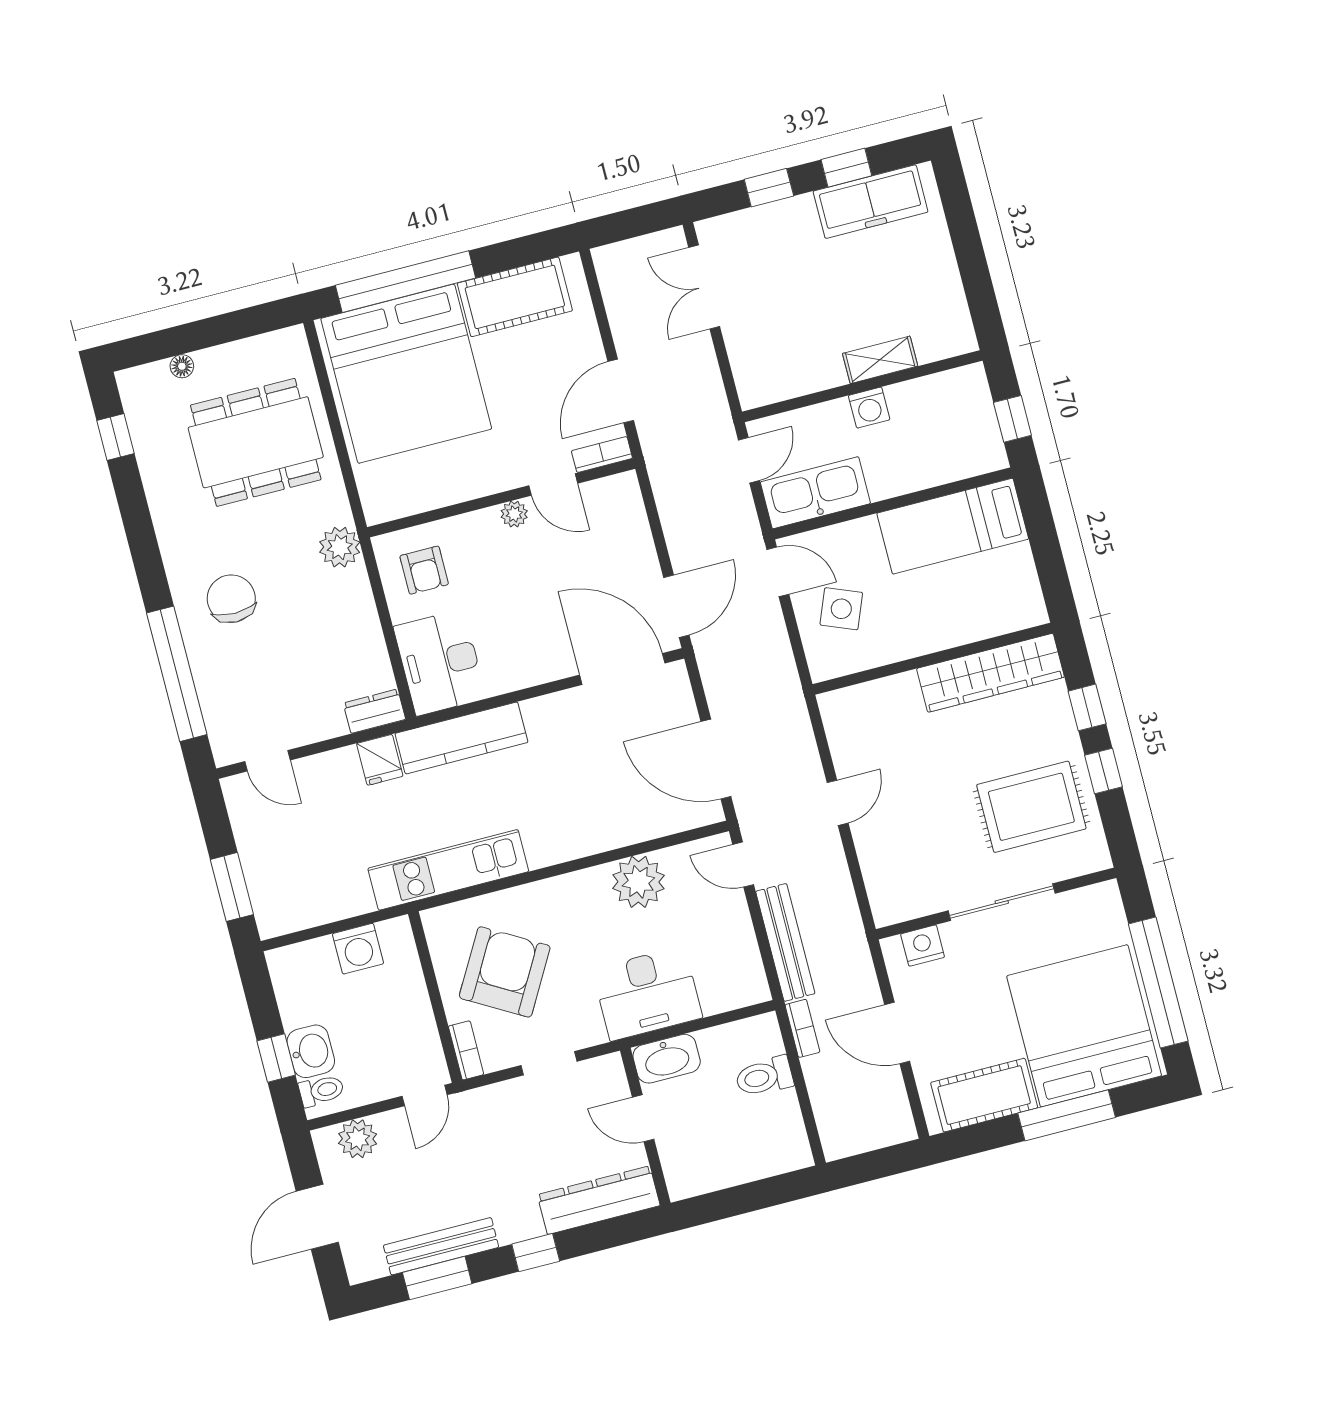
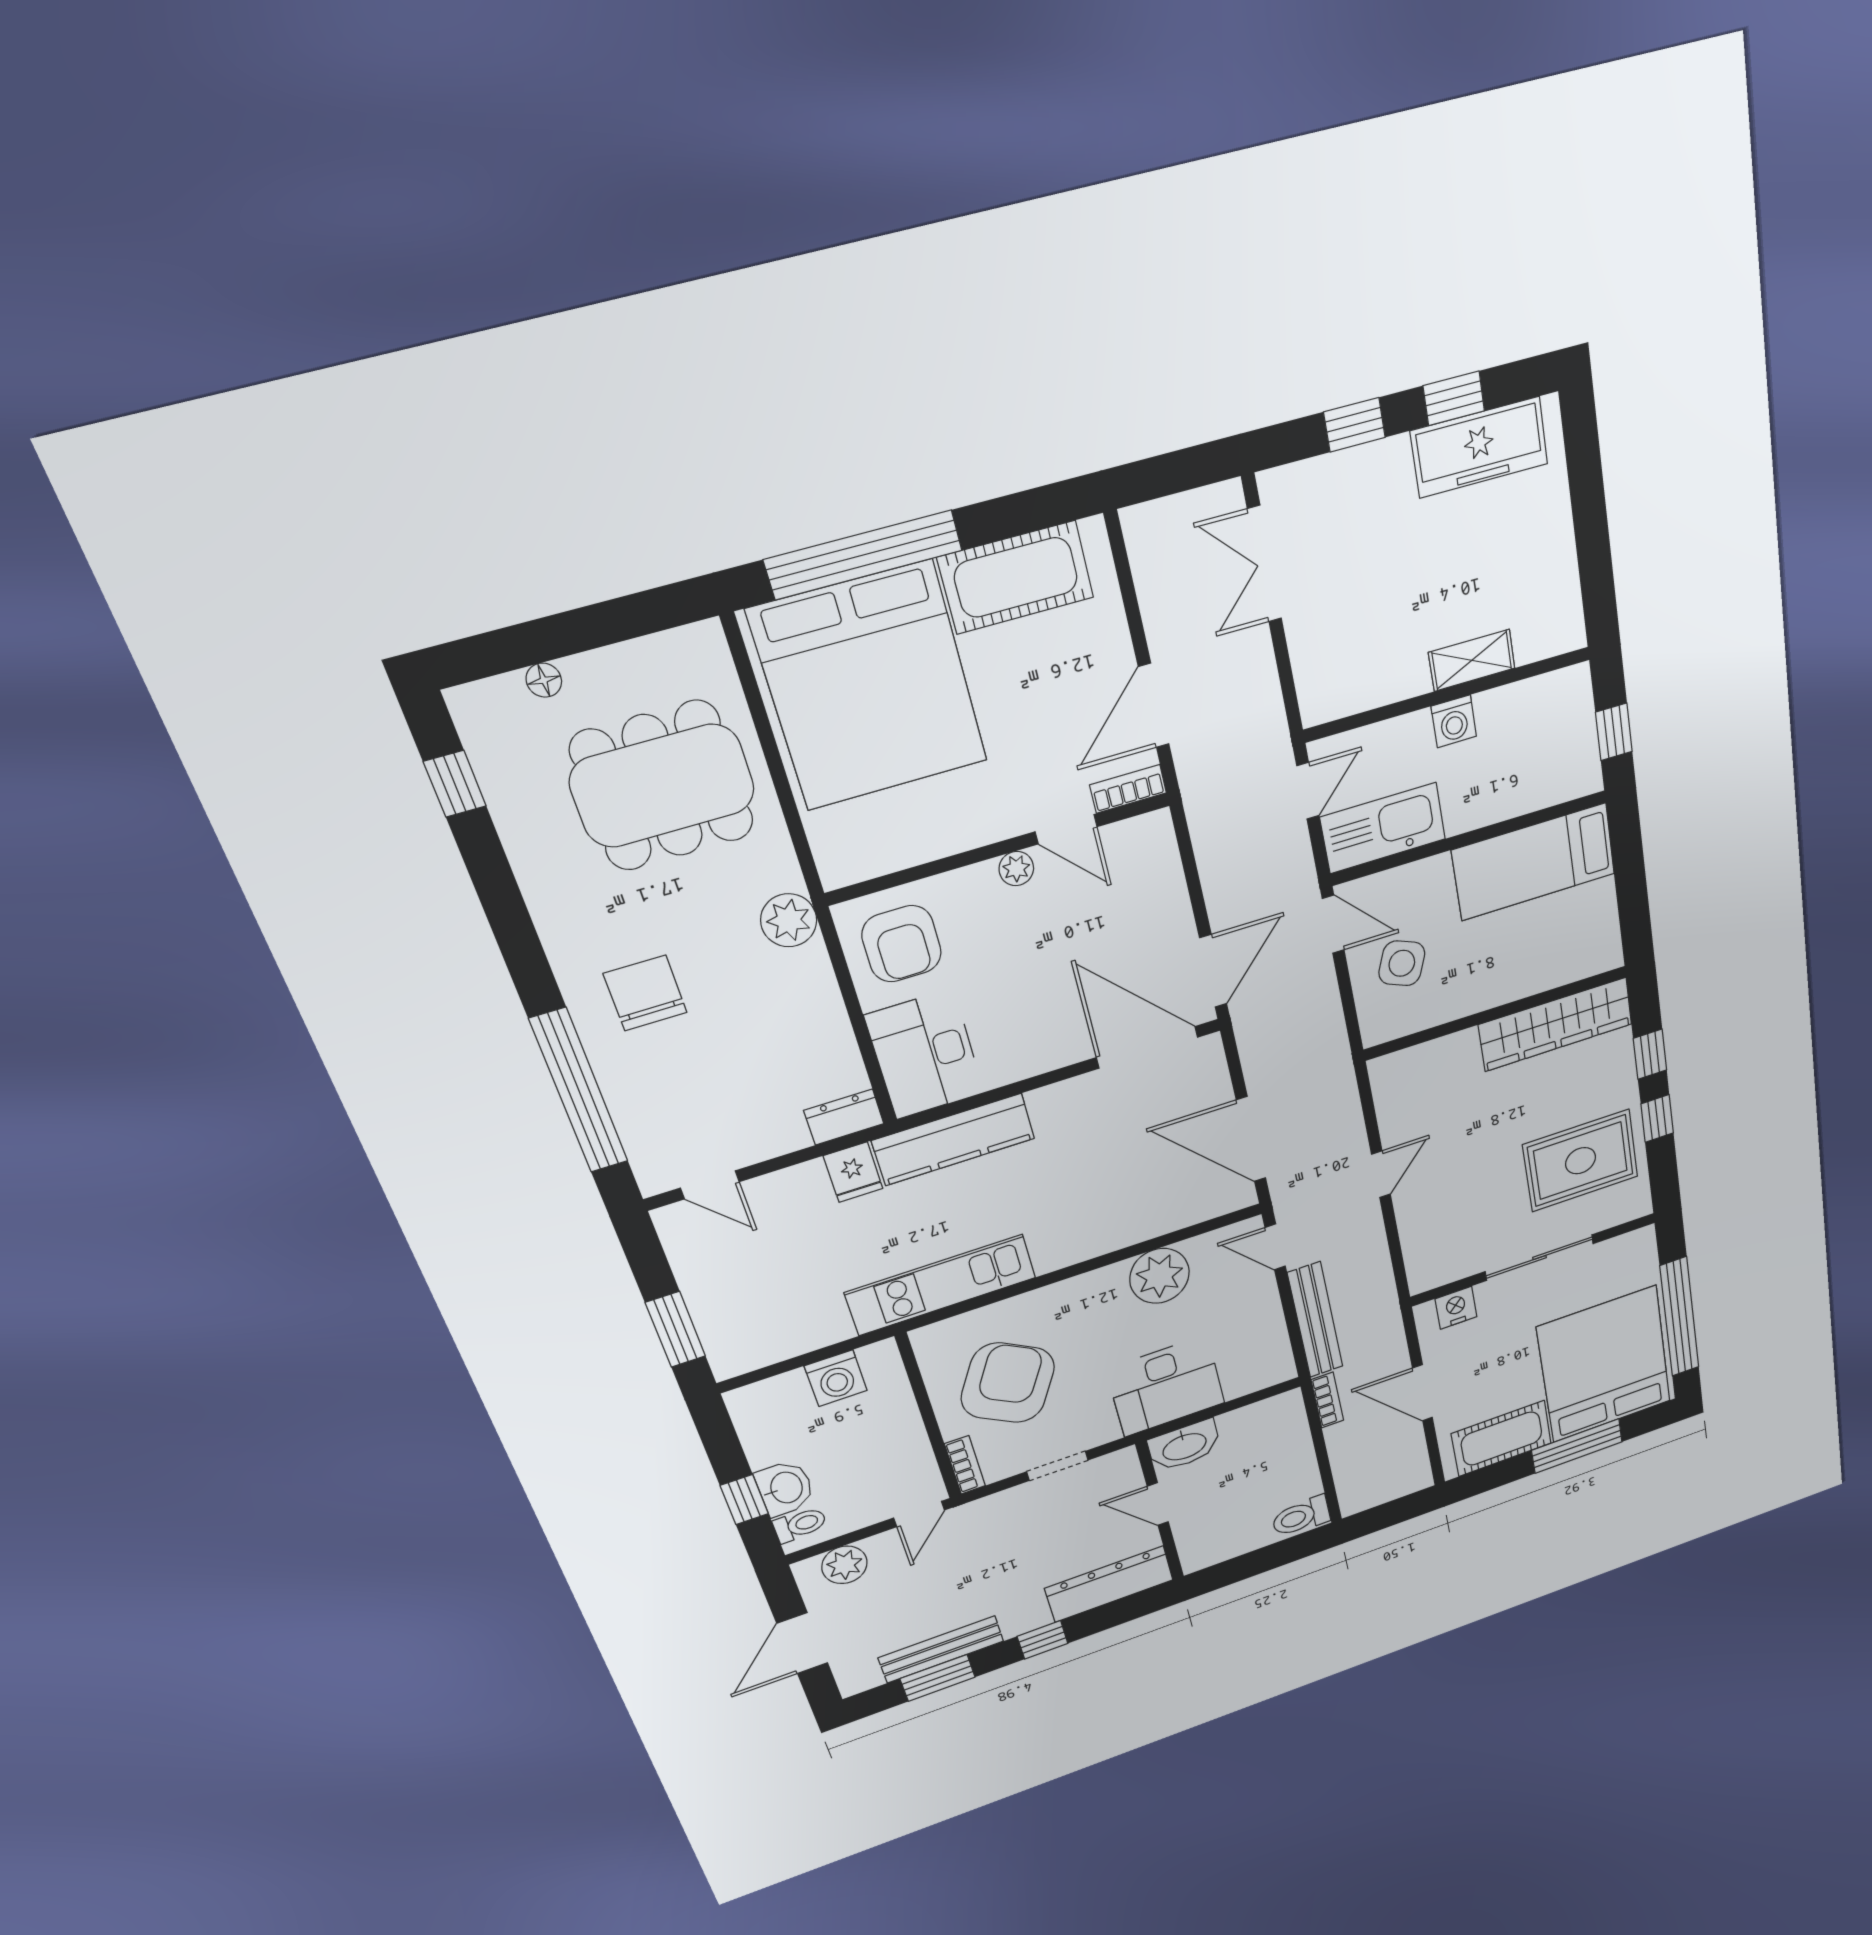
armchair: (424, 570) -> (902, 944), width x1.38, depth x1.38
toilet: (764, 1077) -> (1301, 1516), moved

